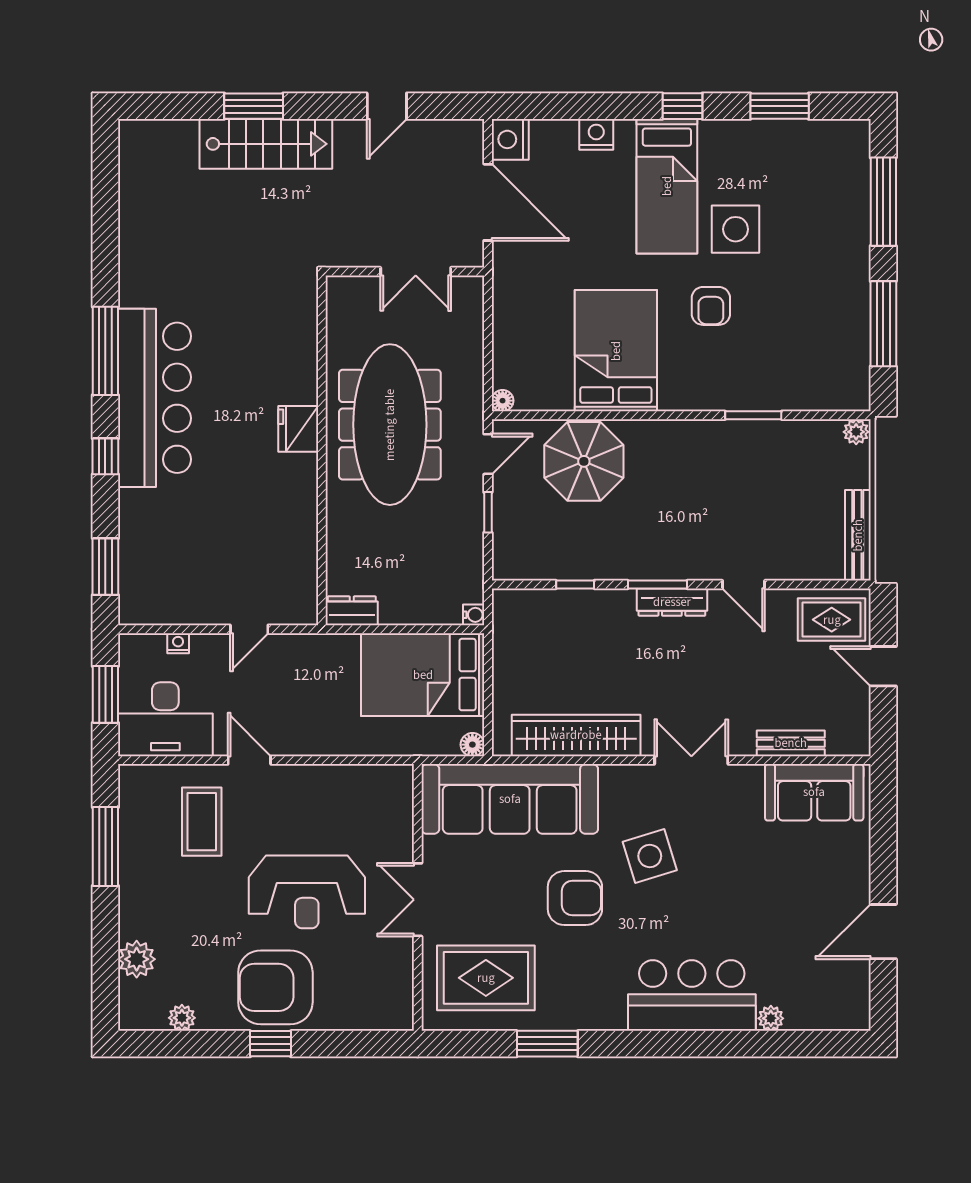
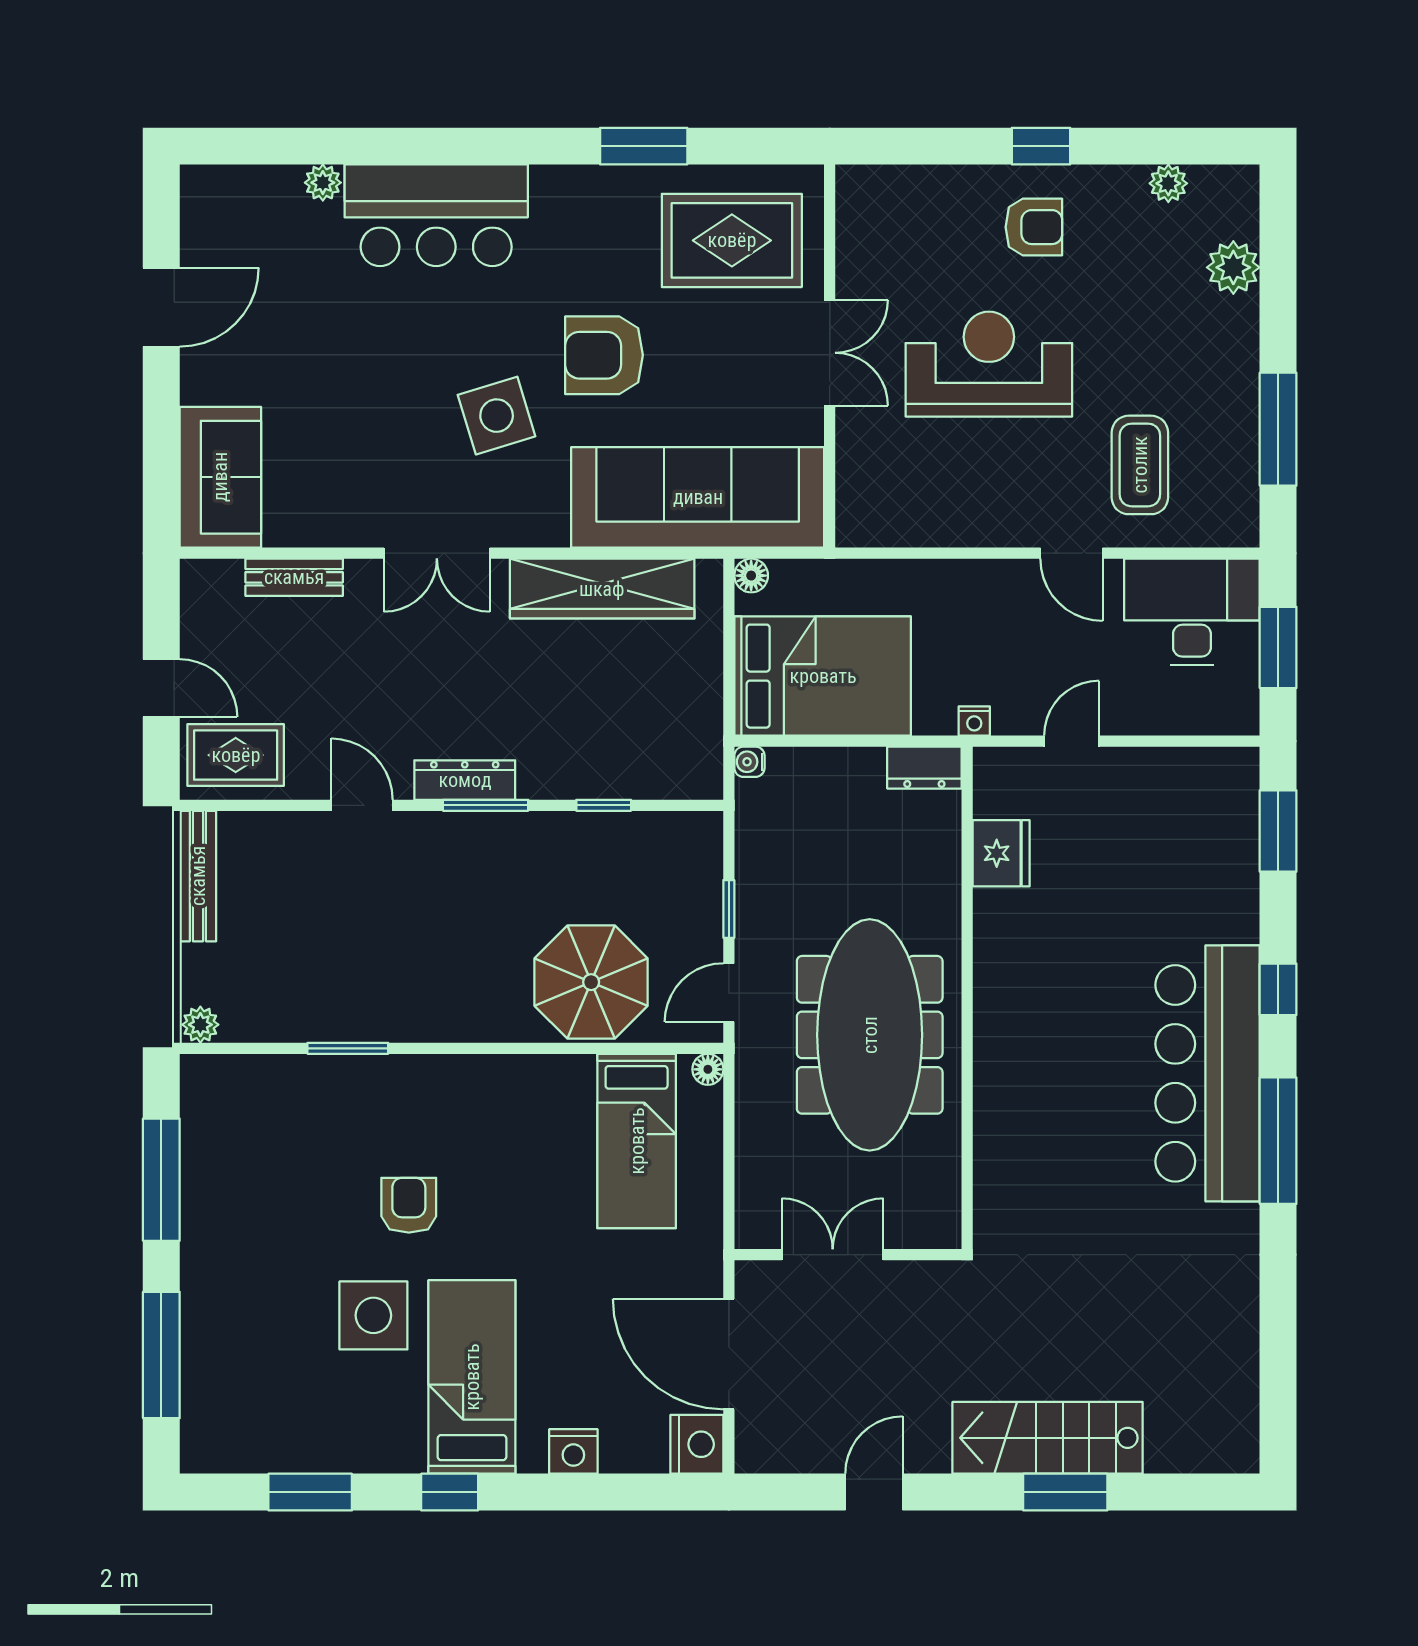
bed: (616, 351) -> (637, 1141), moved, width x0.67
fridge: (298, 429) -> (1001, 853), moved
nightstand: (178, 643) -> (974, 721), moved
sofa: (814, 792) -> (220, 477), moved, turned 90
armchair: (275, 987) -> (1034, 227), width x0.53, depth x0.53

